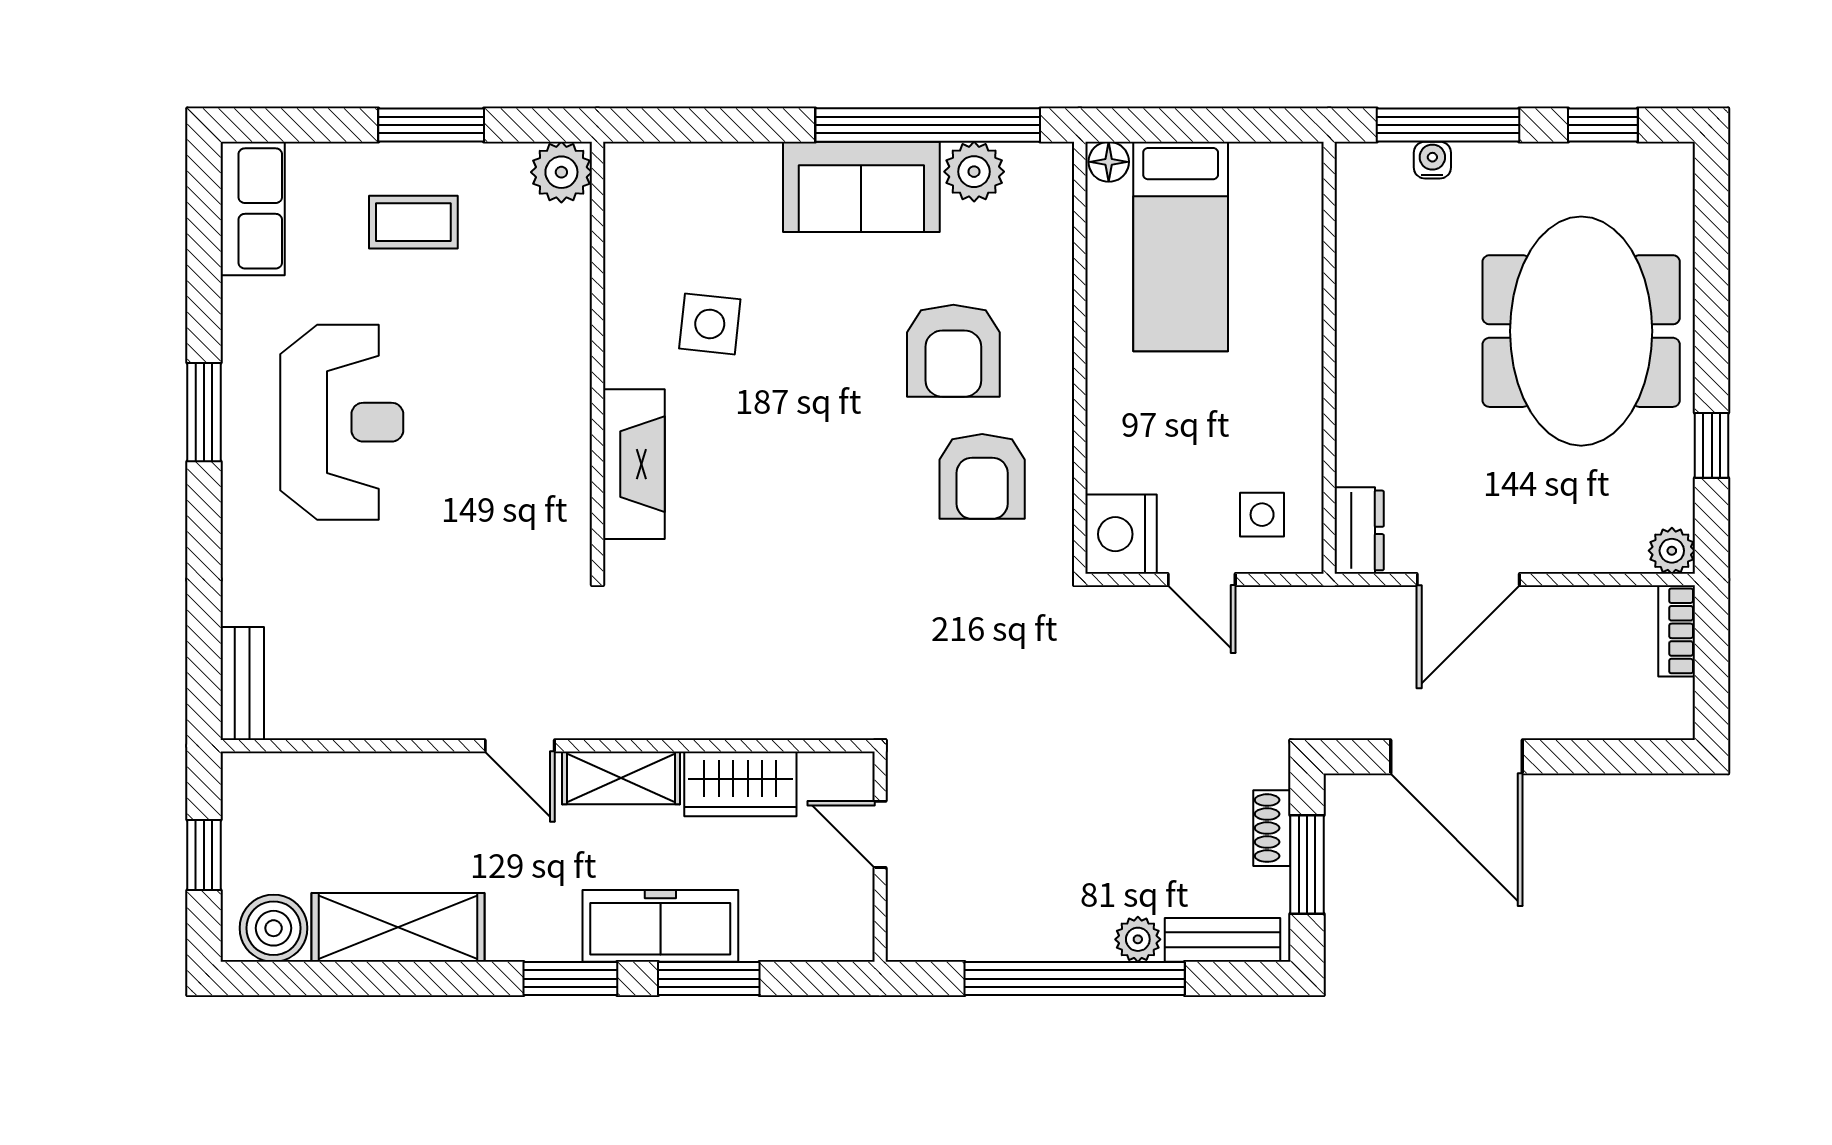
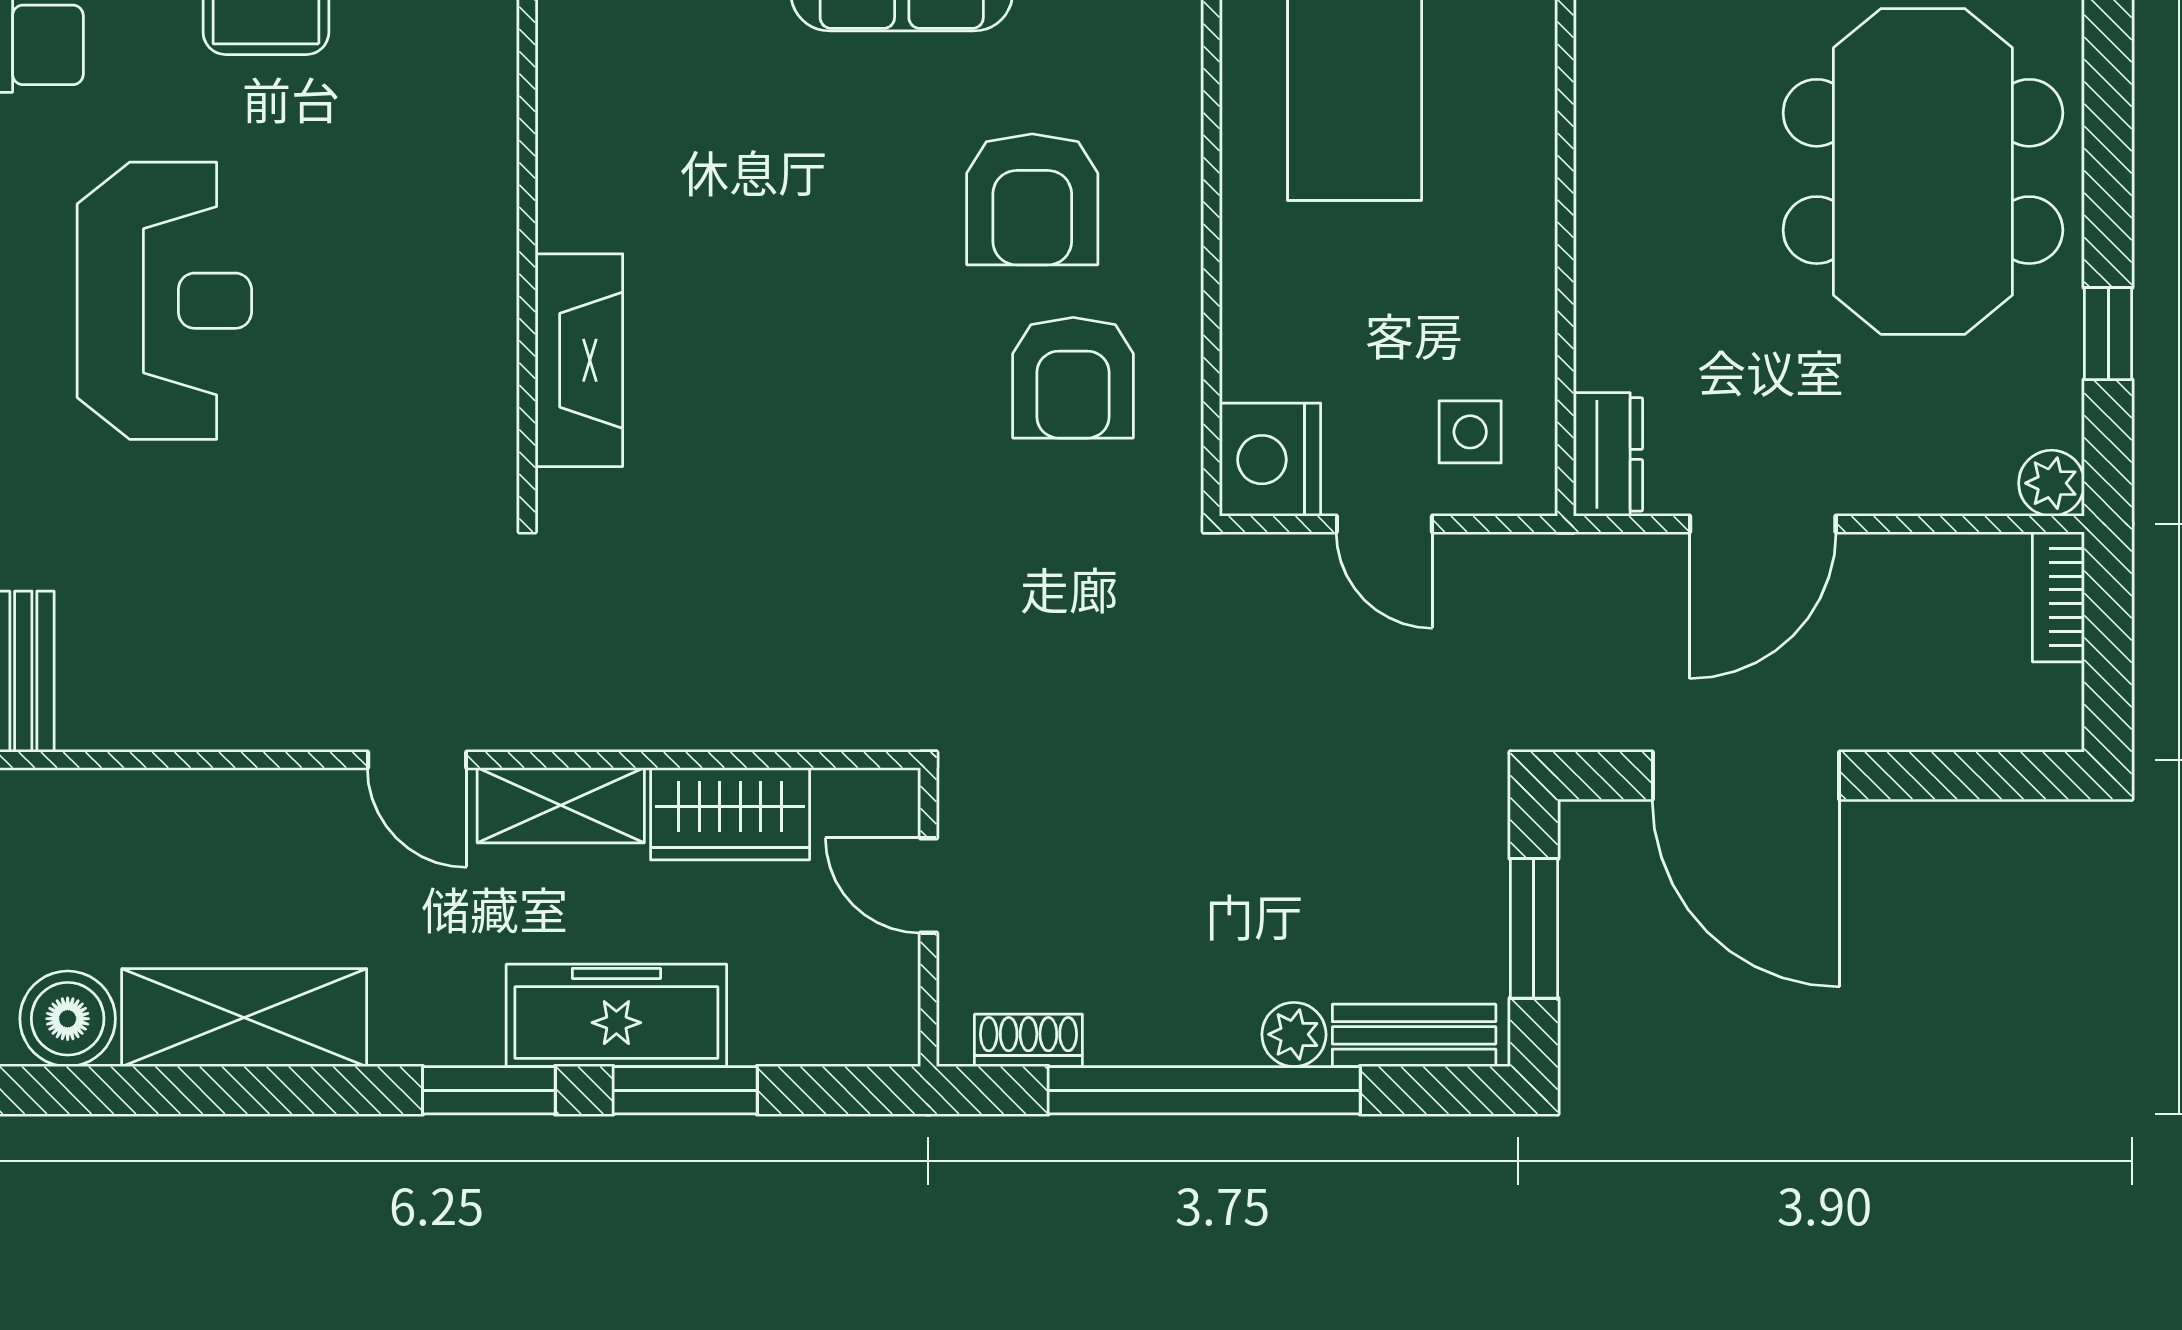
side table: (710, 324) -> (687, 161), removed
shoe rack: (1272, 828) -> (1028, 1040), moved, turned 90

